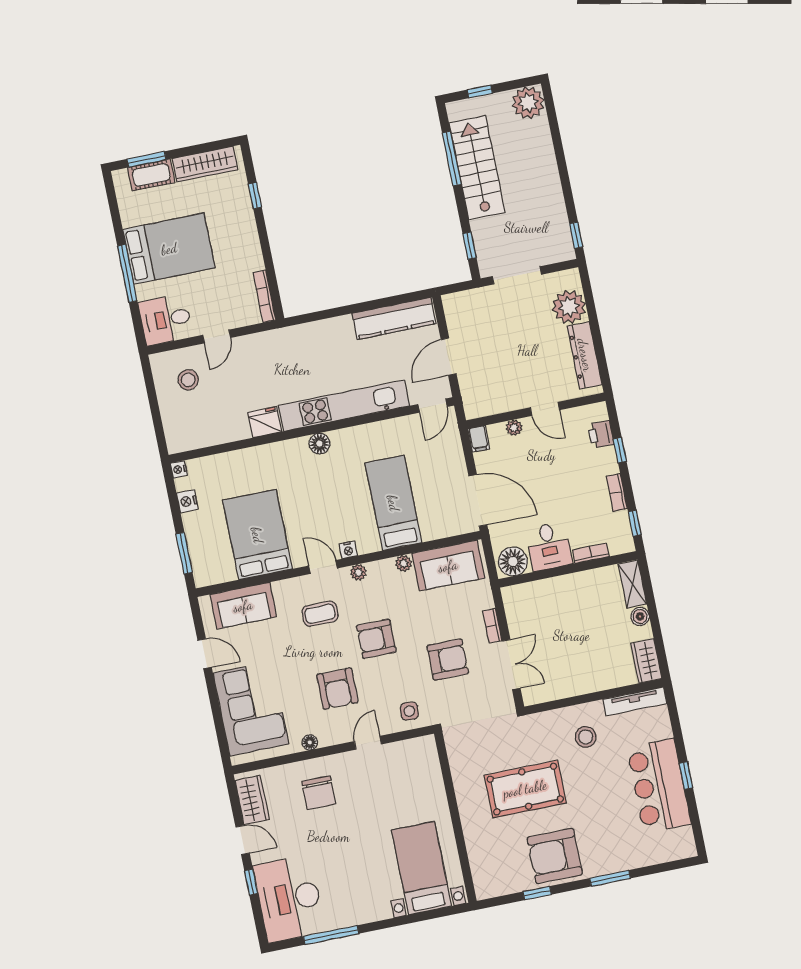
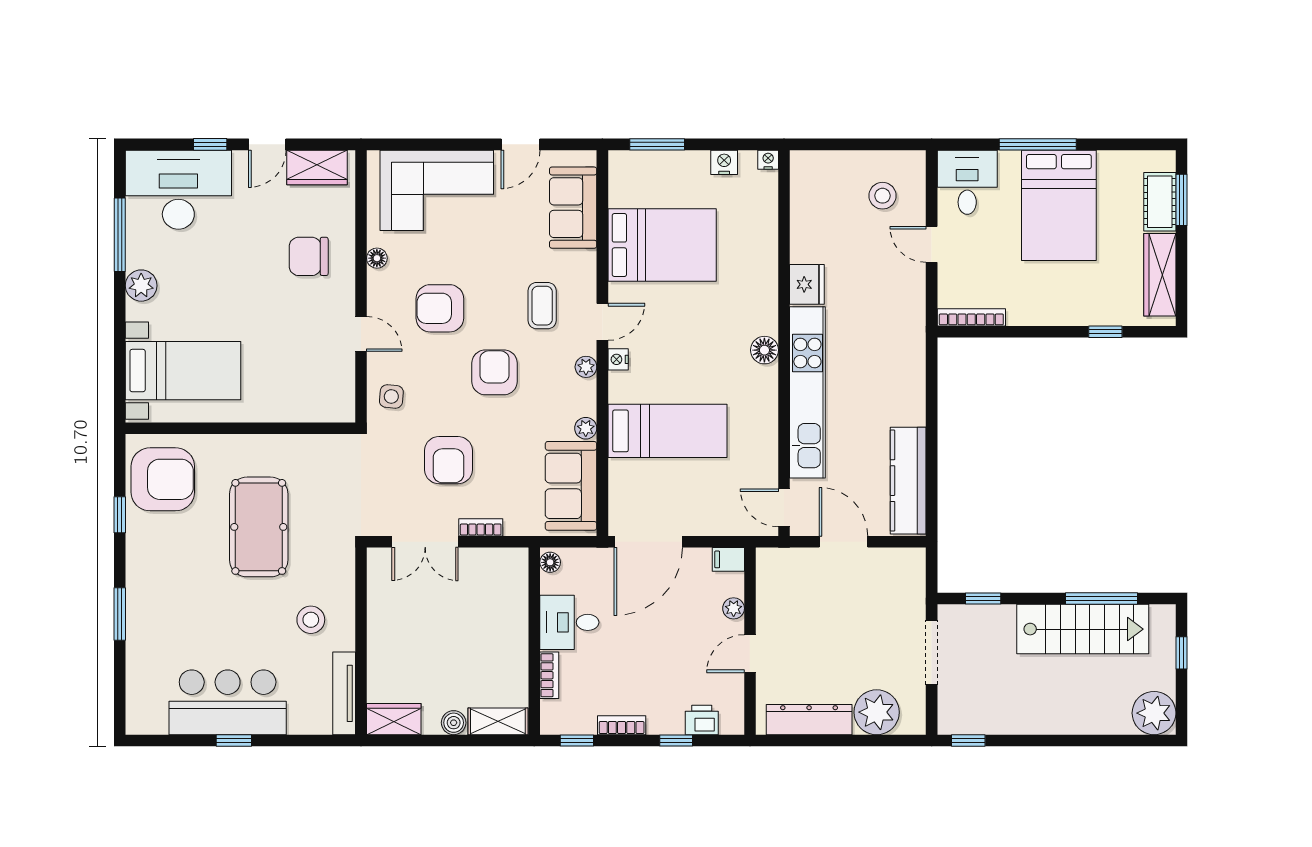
floor lamp: (513, 561) -> (550, 562), width x0.53, depth x0.53
armchair: (555, 856) -> (163, 479), moved, turned 90
plant: (365, 912) -> (141, 286), added

